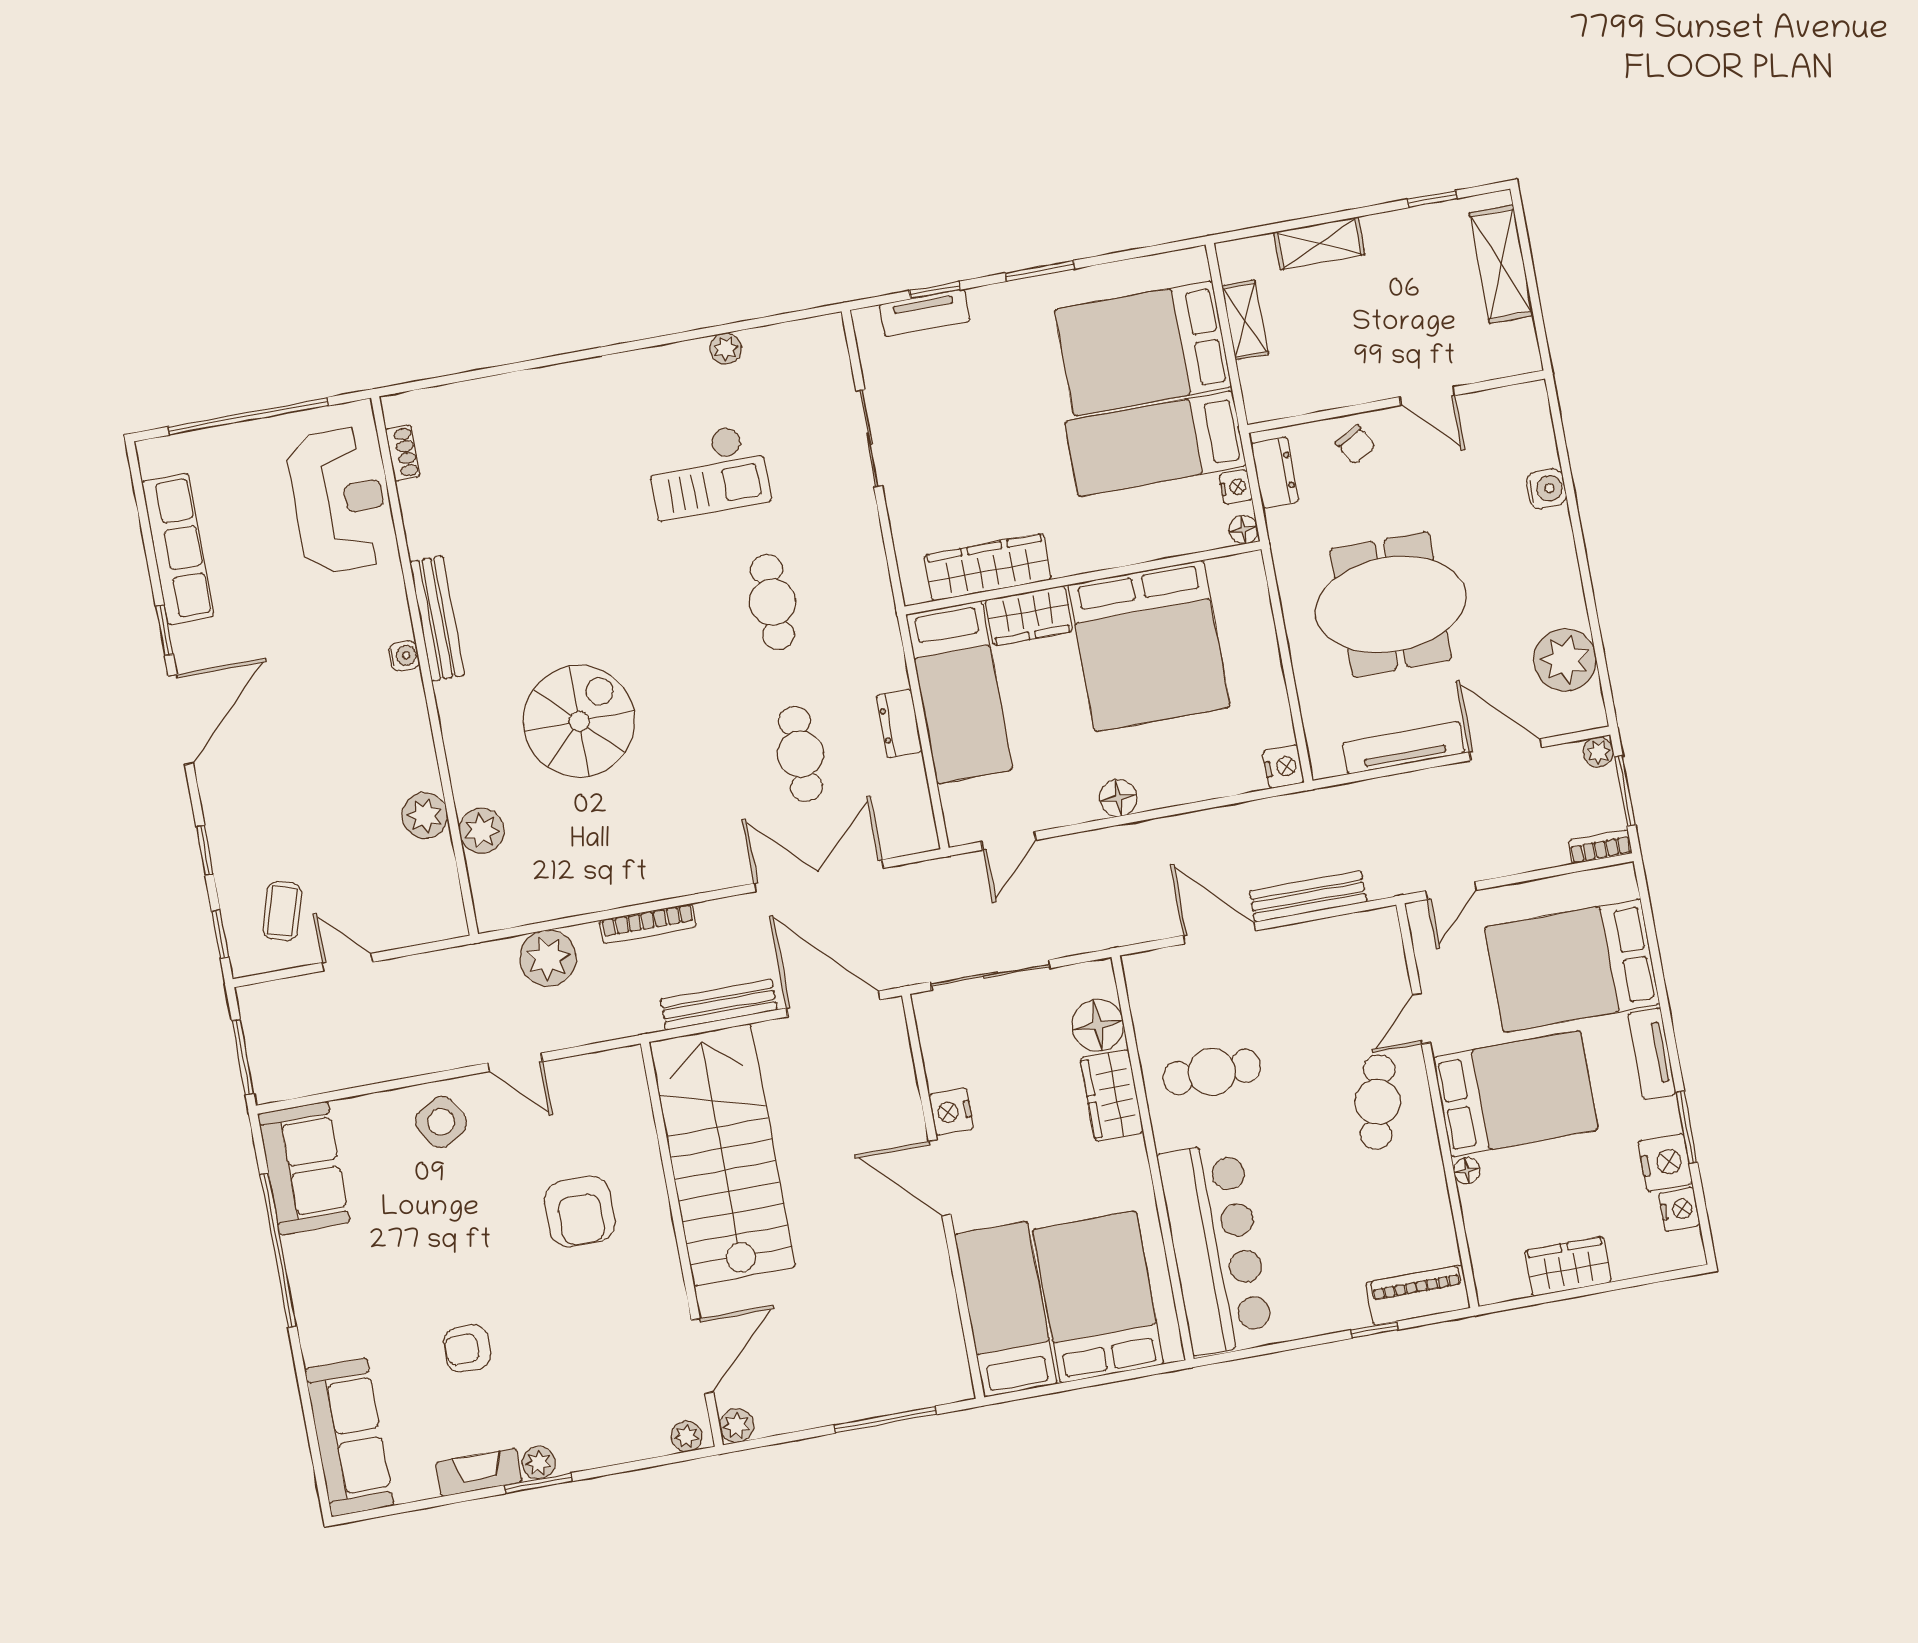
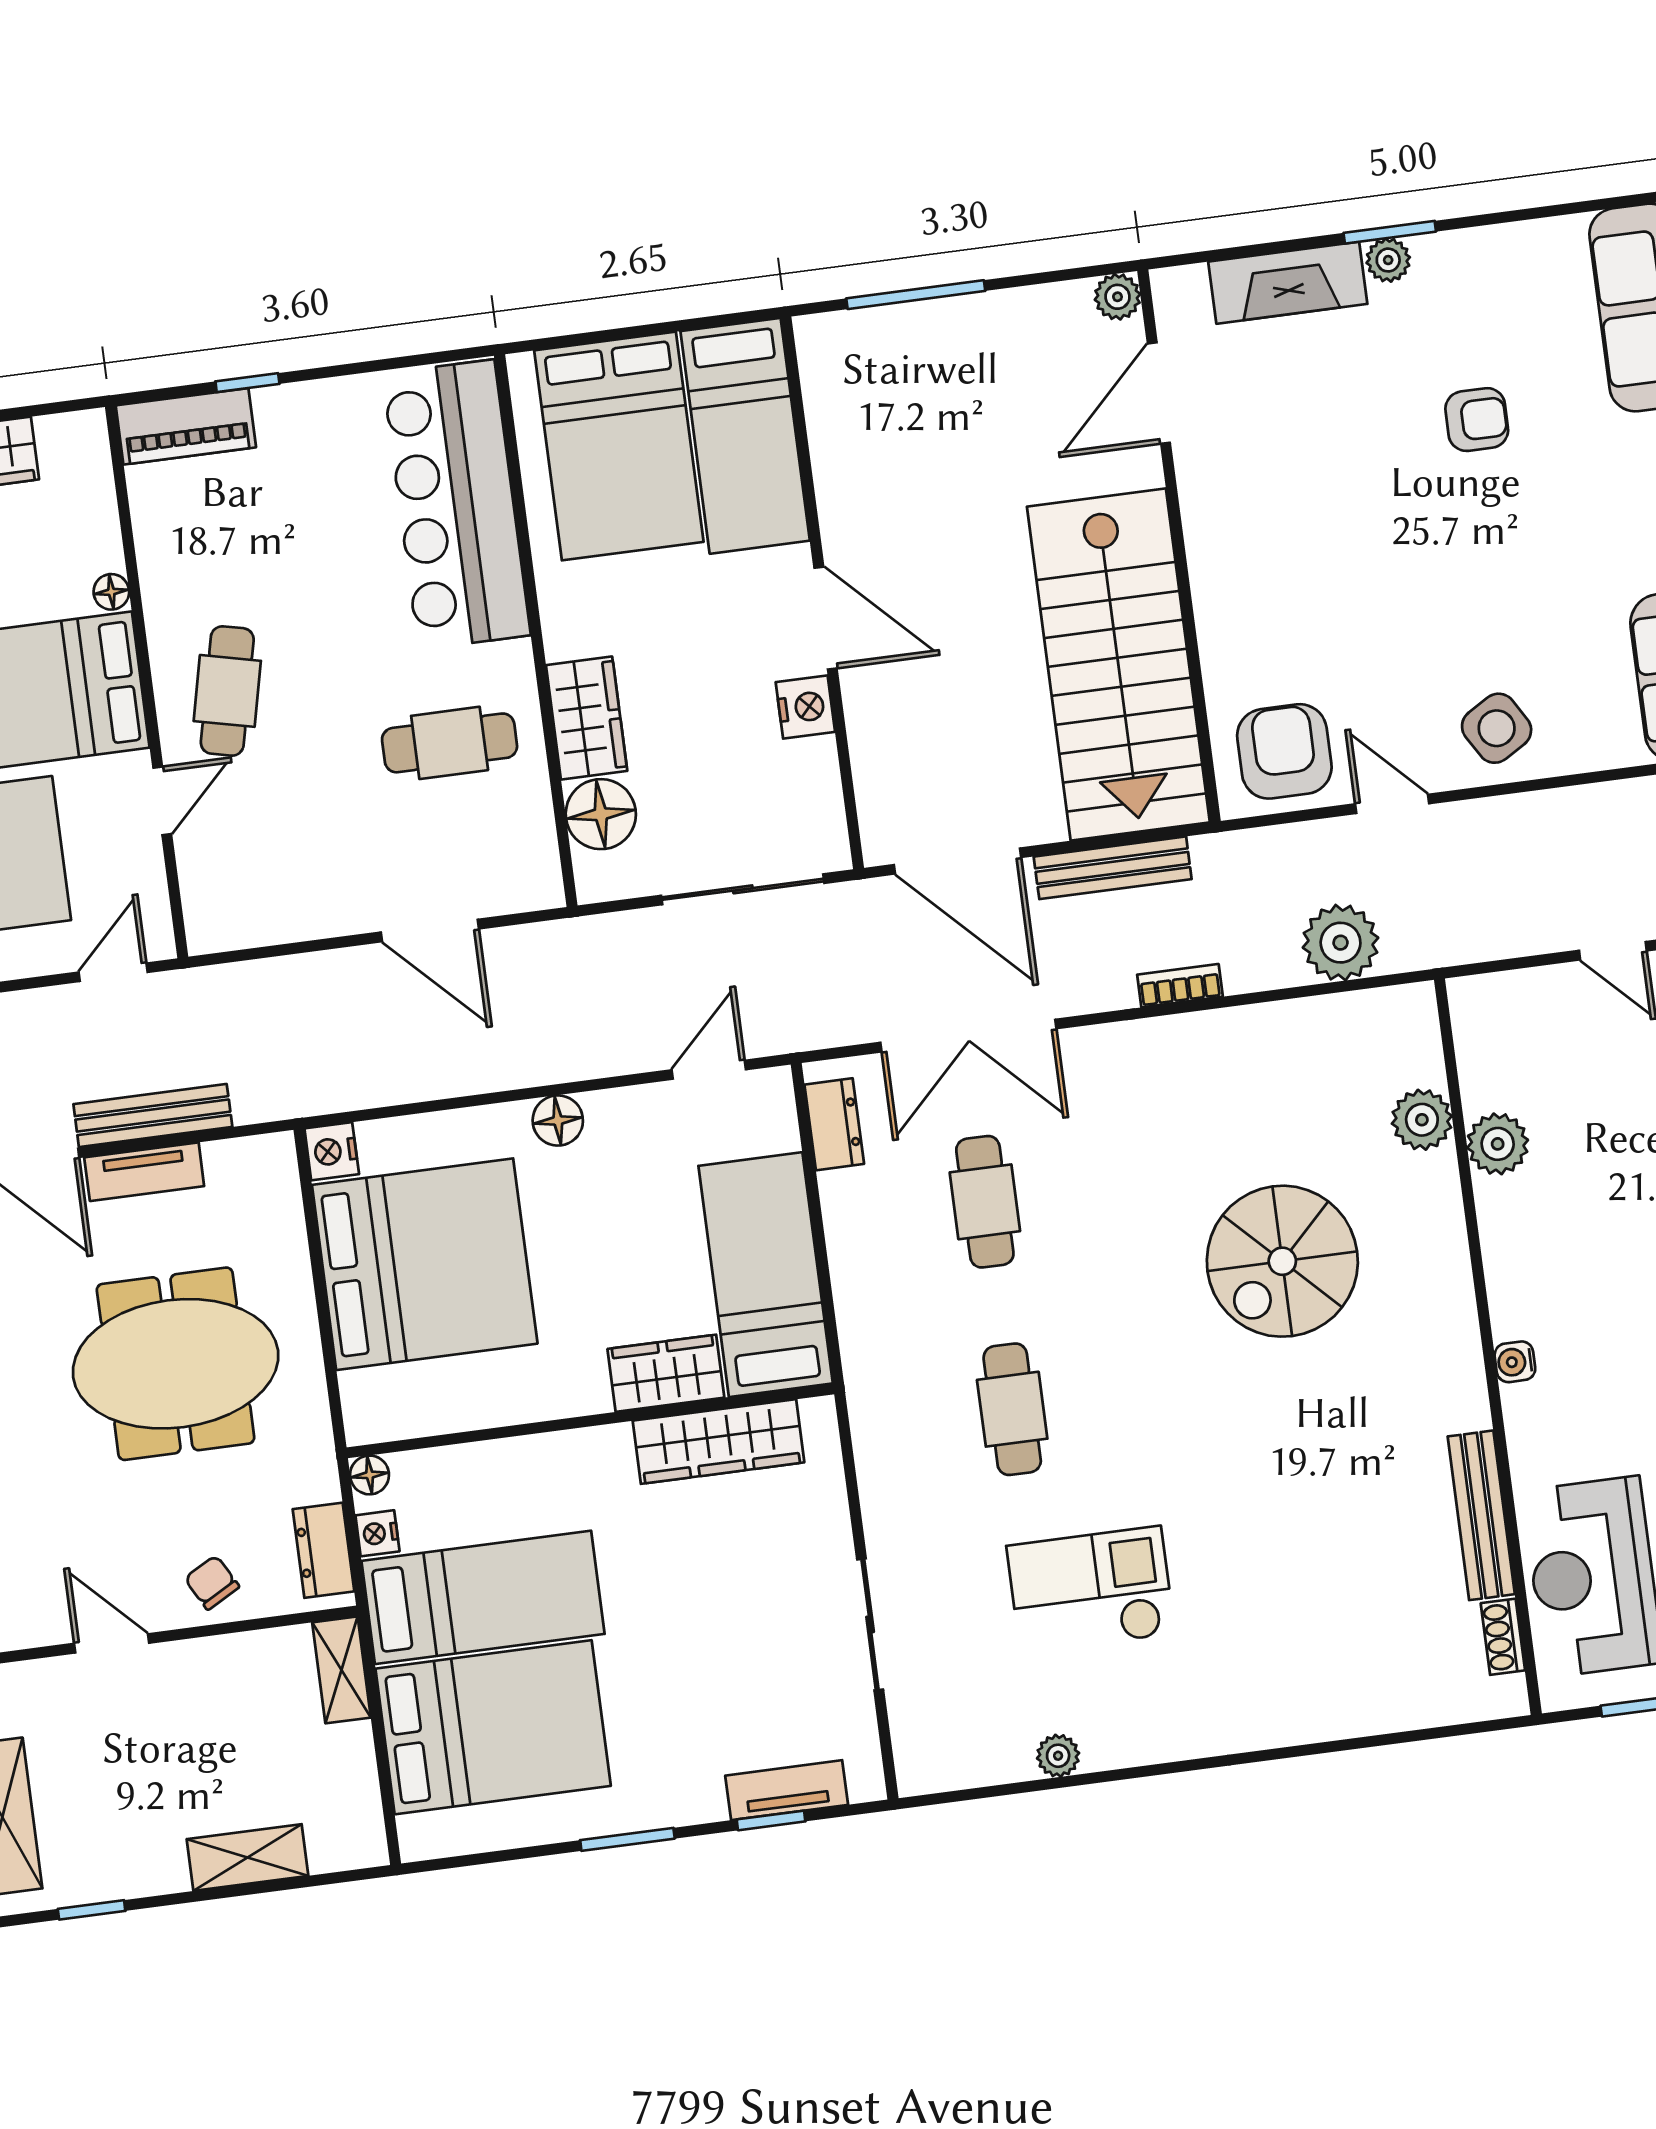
shelving: (1245, 320) -> (341, 1670), moved
bench: (437, 619) -> (1481, 1515), moved
bed: (1149, 646) -> (425, 1264), moved, turned 90
dresser: (899, 723) -> (834, 1124), moved
tv unit: (1404, 748) -> (144, 1172), width x0.71
bench: (1308, 896) -> (153, 1116), moved
bookcase: (648, 923) -> (1180, 986), width x0.64
armchair: (580, 1211) -> (1284, 751), moved
plant: (687, 1436) -> (1186, 286), removed
fireplace: (479, 1472) -> (1288, 283), moved, width x1.37, depth x1.32

